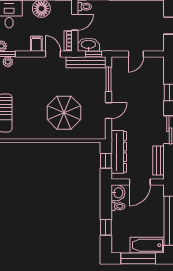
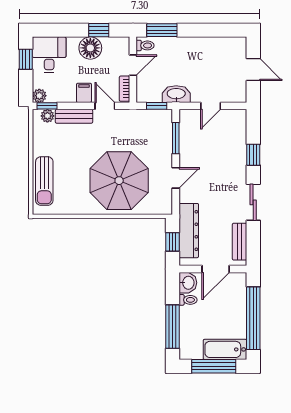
washbasin: (88, 45) -> (176, 94), moved
bench: (86, 62) -> (74, 116), moved, width x0.73
parasol: (64, 113) -> (119, 181), width x1.36, depth x1.36
window: (106, 227) -> (172, 327), width x2.17

